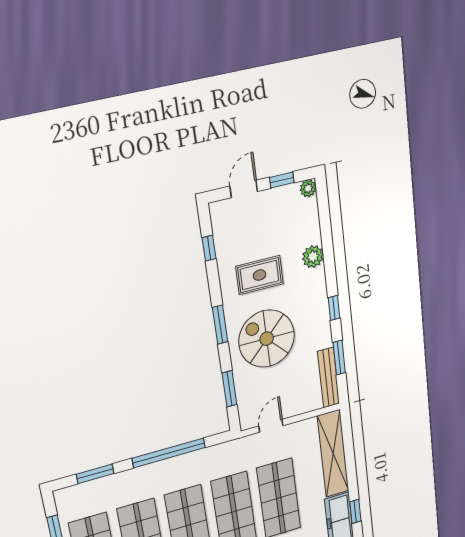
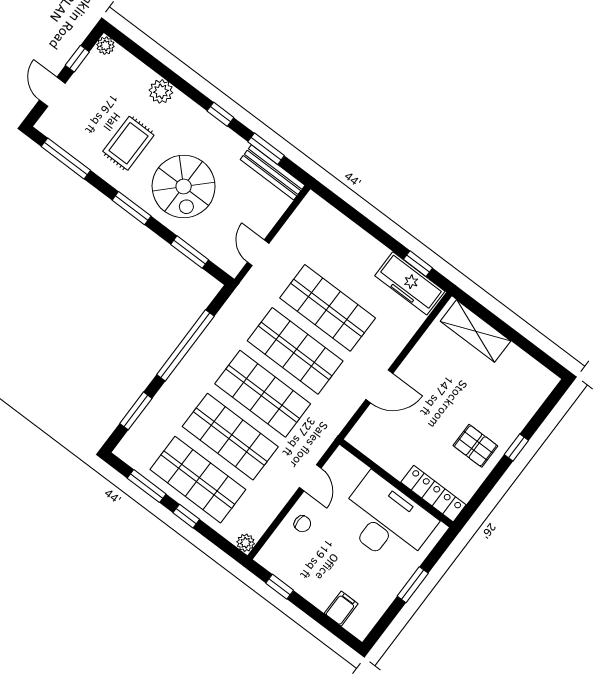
window: (209, 248) -> (66, 158), width x2.17
spiral stairs: (267, 339) -> (184, 186), turned -90
shelving: (333, 454) -> (343, 231), removed

